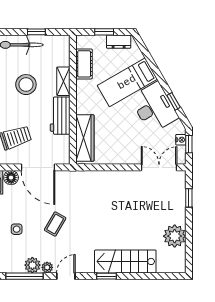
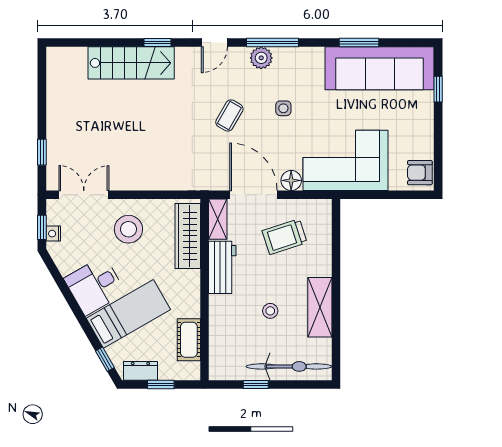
shelving: (63, 81) -> (218, 219), moved
stool: (26, 85) -> (270, 311), width x0.53, depth x0.53
window: (174, 101) -> (105, 359), moved
desk: (154, 108) -> (95, 286), width x0.73
stool: (127, 143) -> (128, 229), added
double door: (159, 167) -> (84, 195), swing flipped
plant: (175, 236) -> (62, 99), removed
plant: (47, 267) -> (240, 55), removed

